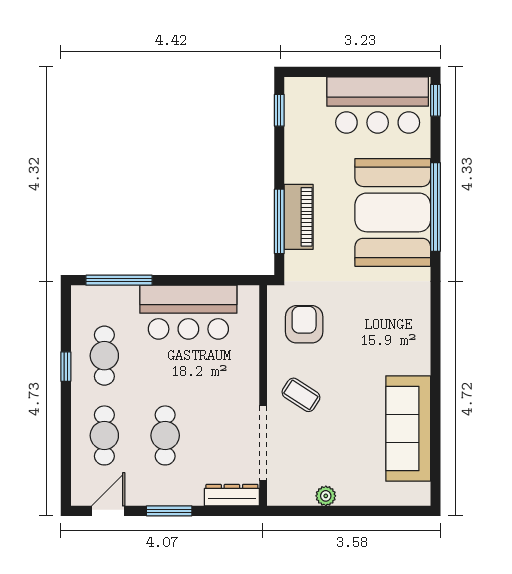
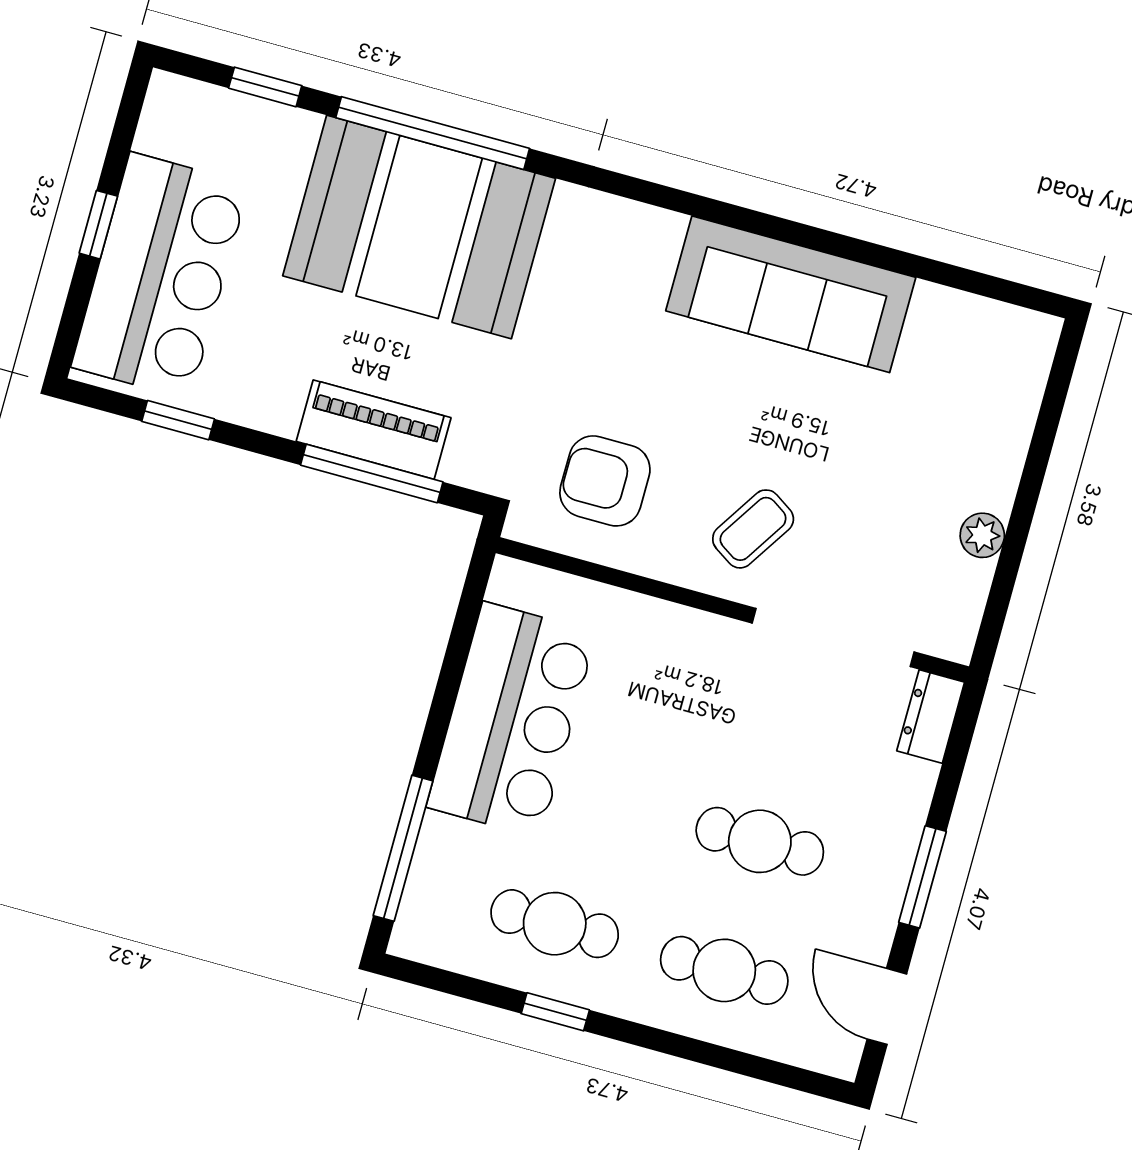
window: (355, 72) -> (98, 225), added
window: (436, 100) -> (265, 87), moved
bar counter: (378, 105) -> (160, 276), moved
window: (279, 110) -> (178, 420), moved
sofa: (408, 428) -> (791, 294), moved
dresser: (232, 495) -> (931, 717), width x0.70

